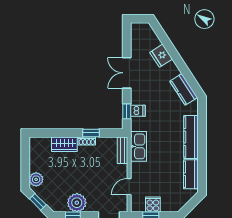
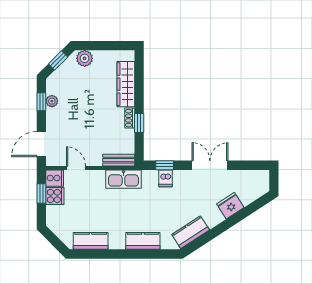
kitchen counter: (191, 137) -> (143, 241), width x0.67
wardrobe: (64, 144) -> (126, 84), width x1.50
plant: (77, 203) -> (52, 101), width x0.53, depth x0.53
cooker: (138, 205) -> (55, 178), added

